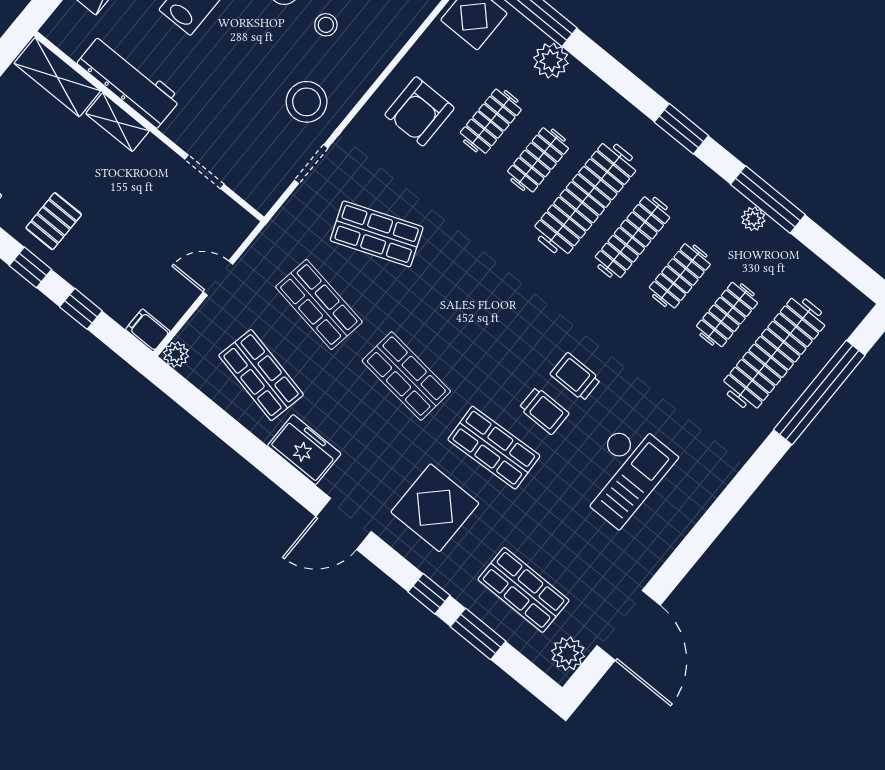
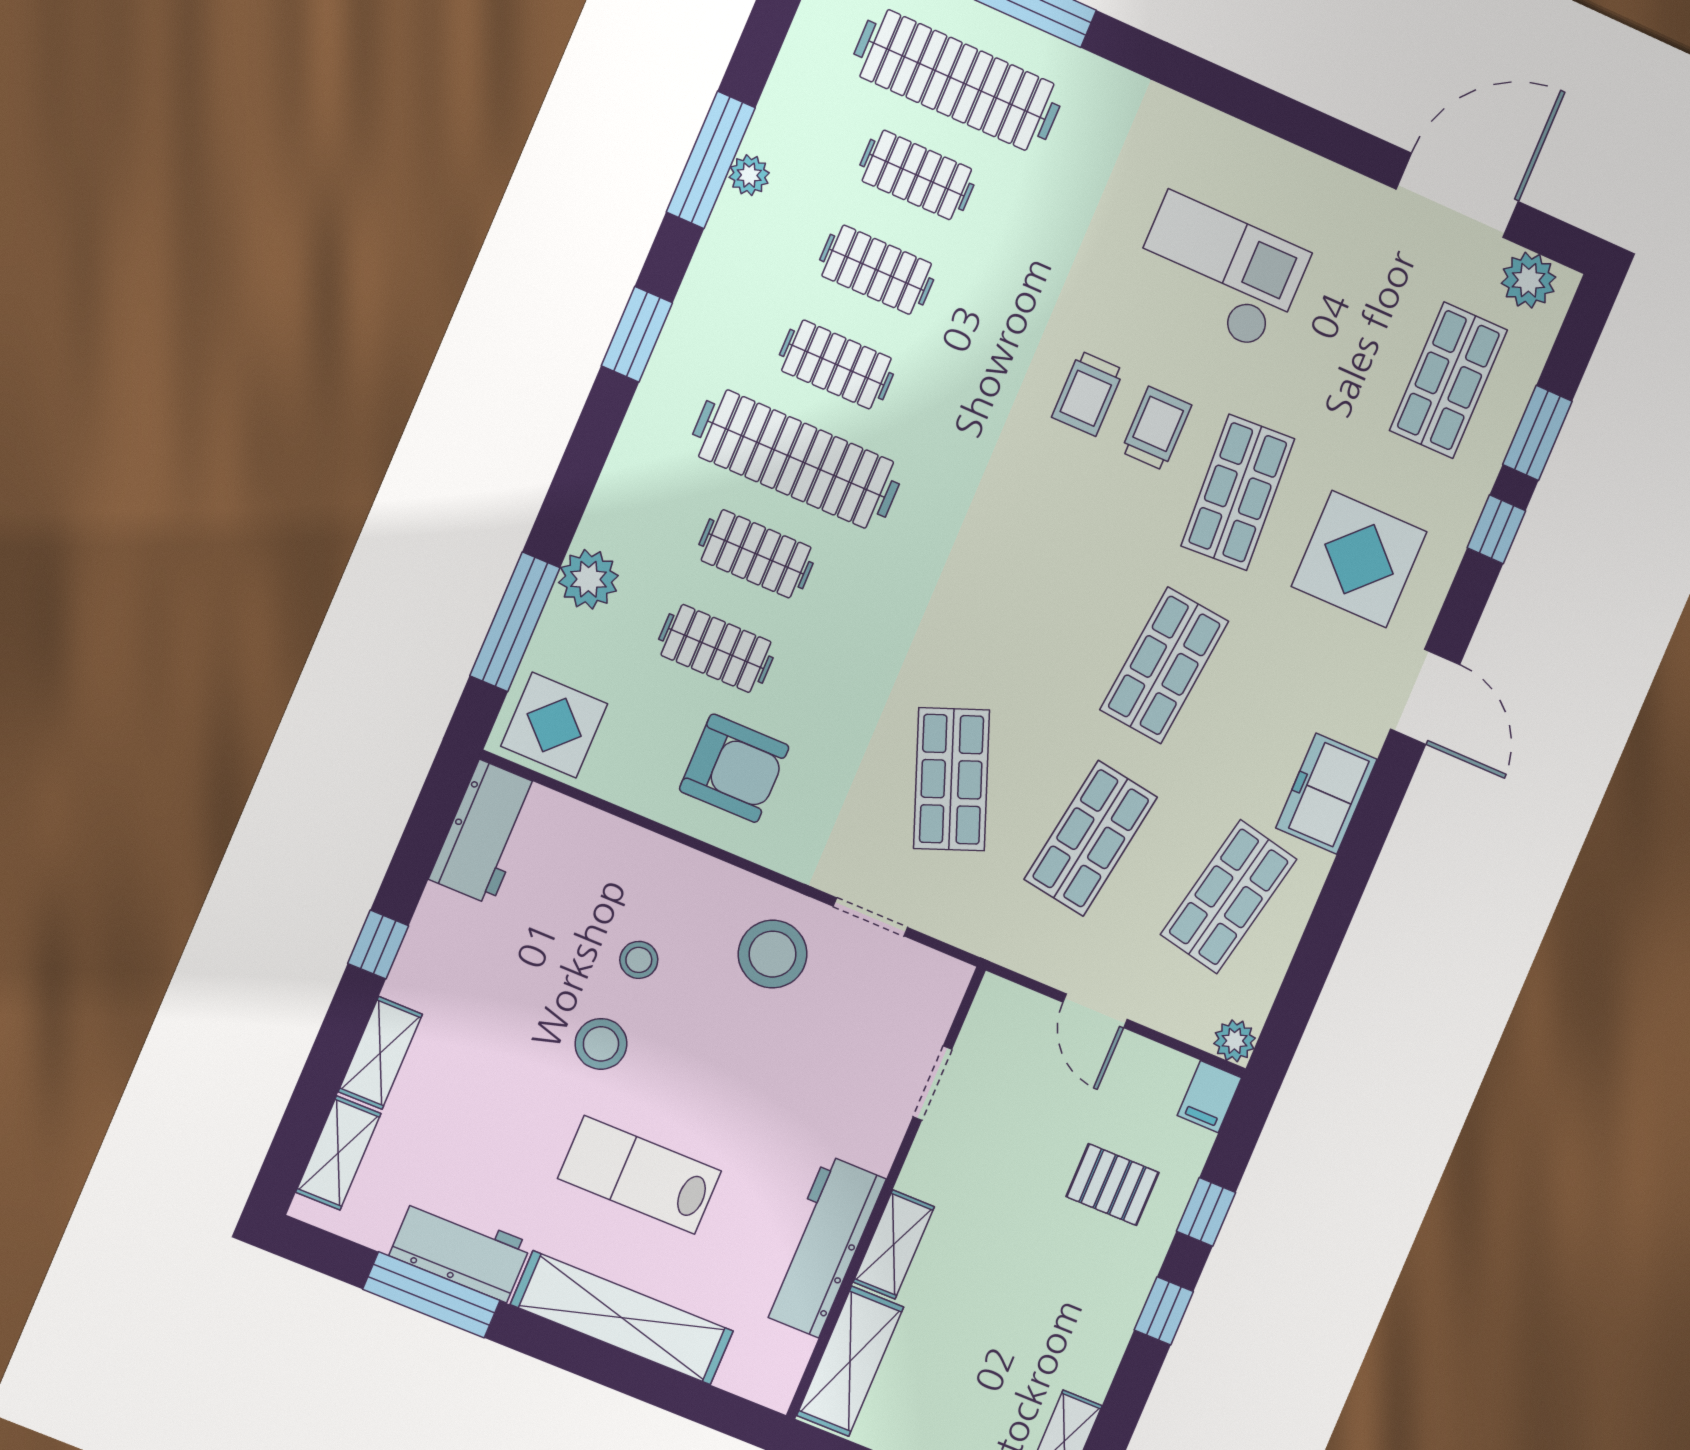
pallet: (54, 221) -> (1112, 1185), moved
clothes rail: (633, 237) -> (837, 364), width x0.73

